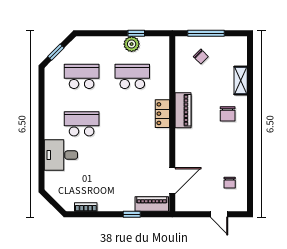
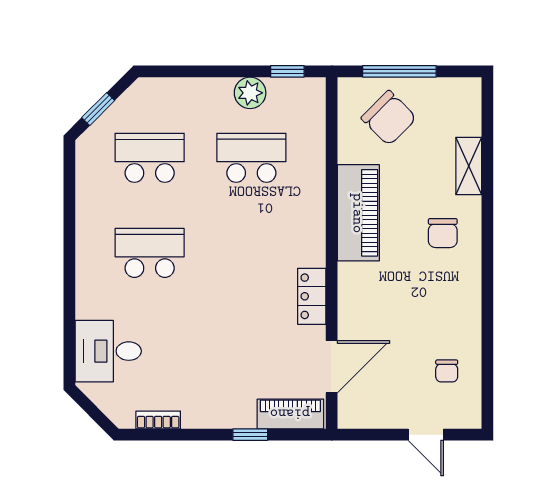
window: (136, 33) -> (287, 71), moved
chair: (201, 57) -> (389, 118), width x1.87, depth x1.87
piano: (183, 110) -> (358, 213), width x1.37, depth x1.33
locker: (162, 114) -> (312, 296), moved
desk: (61, 155) -> (108, 351), moved

